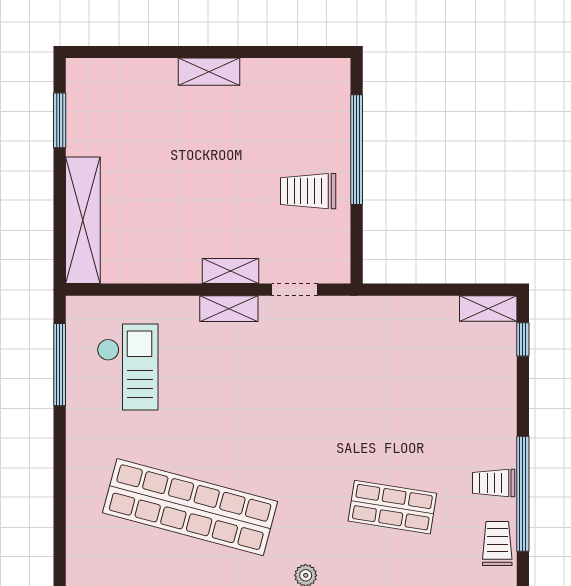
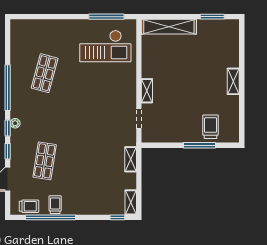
window: (357, 150) -> (199, 145), width x0.68
trolley: (308, 191) -> (211, 127), moved
shelving: (229, 309) -> (131, 159), moved
checkout: (127, 367) -> (105, 46), width x1.36, depth x1.21
shop shelf: (190, 507) -> (45, 73), width x0.50, depth x0.74

